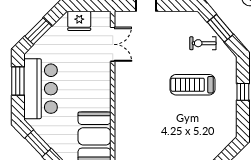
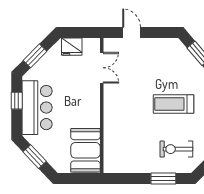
exercise bike: (203, 43) -> (176, 149), moved, width x1.38, depth x1.39
window: (18, 81) -> (17, 101), width x0.67

